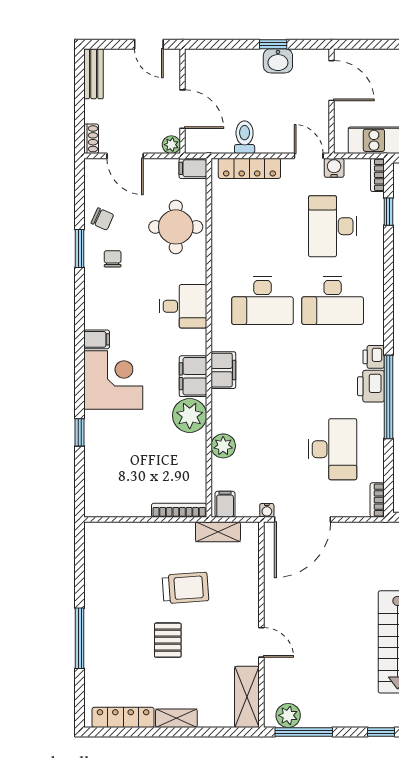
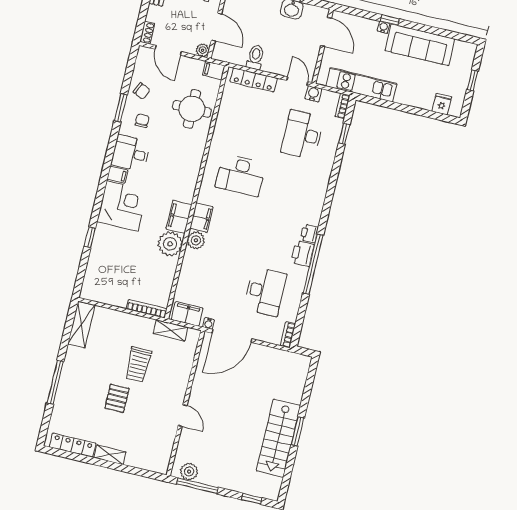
desk: (333, 301) -> (290, 187), removed
desk: (183, 306) -> (131, 153), moved, turned 180
plant: (223, 446) -> (196, 240), moved
filing cabinet: (225, 504) -> (187, 314), width x2.00
trolley: (185, 588) -> (138, 365), turned 94
shelving: (247, 697) -> (81, 325), moved

